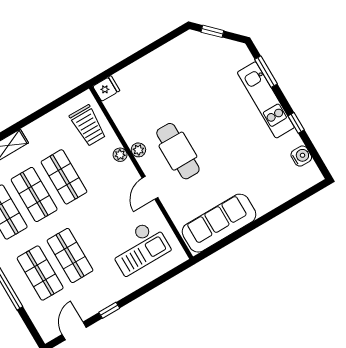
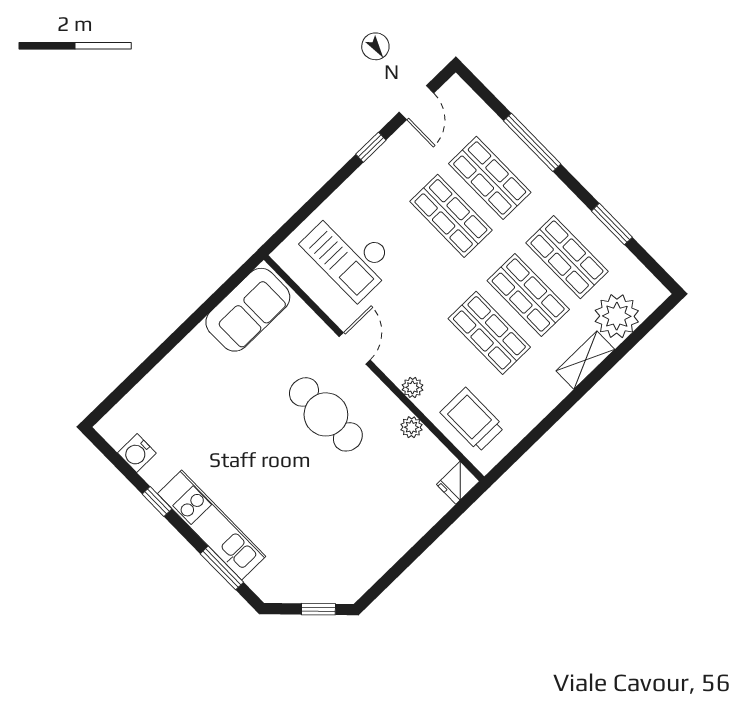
plant: (138, 150) -> (411, 427), moved
sofa: (219, 223) -> (248, 310), width x0.73
checkout: (139, 247) -> (349, 254), turned -90

